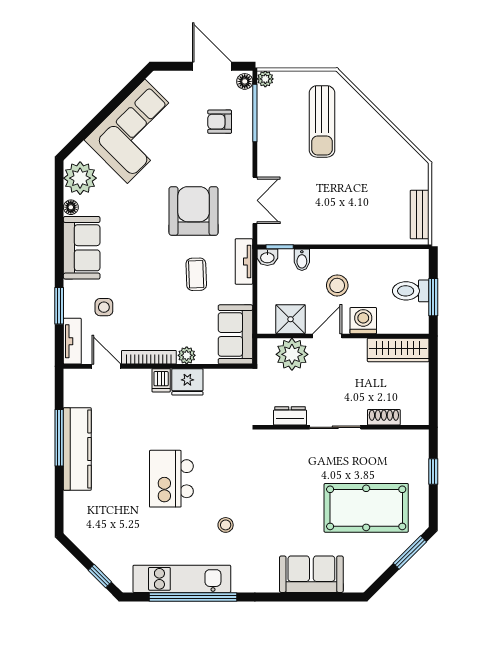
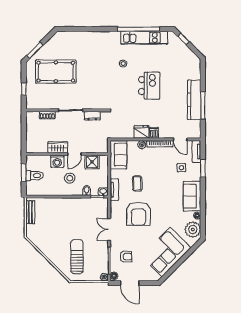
double door: (255, 200) -> (109, 230), moved
wardrobe: (398, 350) -> (58, 147), moved, width x0.67
plant: (292, 354) -> (91, 145), removed
sofa: (311, 574) -> (82, 40), removed

